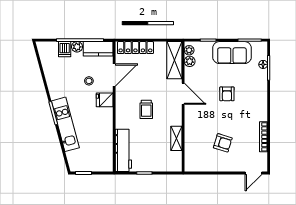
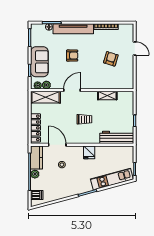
dishwasher: (65, 49) -> (37, 195), moved
sofa: (232, 53) -> (39, 62), moved
tv unit: (261, 95) -> (73, 29), added
fridge: (105, 100) -> (89, 152), moved
kitchen unit: (65, 124) -> (112, 179), moved
door: (254, 173) -> (135, 48), moved

